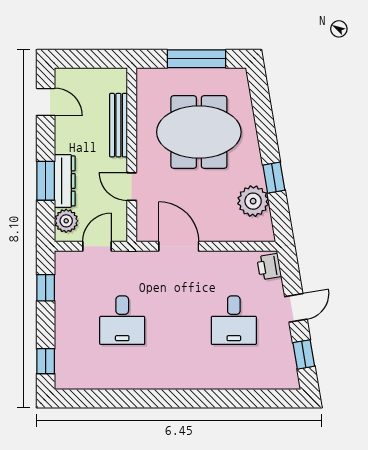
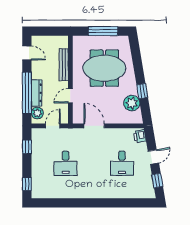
window: (46, 181) -> (27, 93), width x2.11
door: (132, 187) -> (70, 96), hinge flipped

